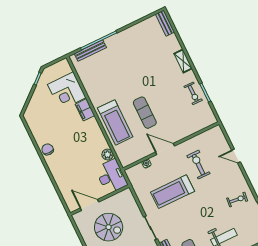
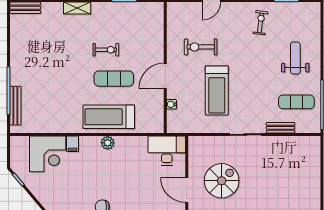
exercise bike: (193, 93) -> (106, 50), moved
filing cabinet: (85, 110) -> (72, 144), width x0.50
treadmill: (115, 122) -> (109, 117), turned 180
plant: (107, 155) -> (108, 143), moved
door: (89, 205) -> (187, 190), hinge flipped

